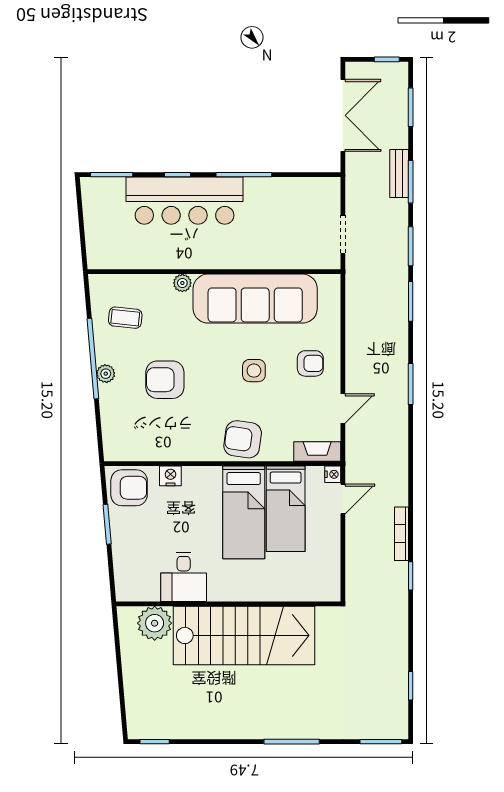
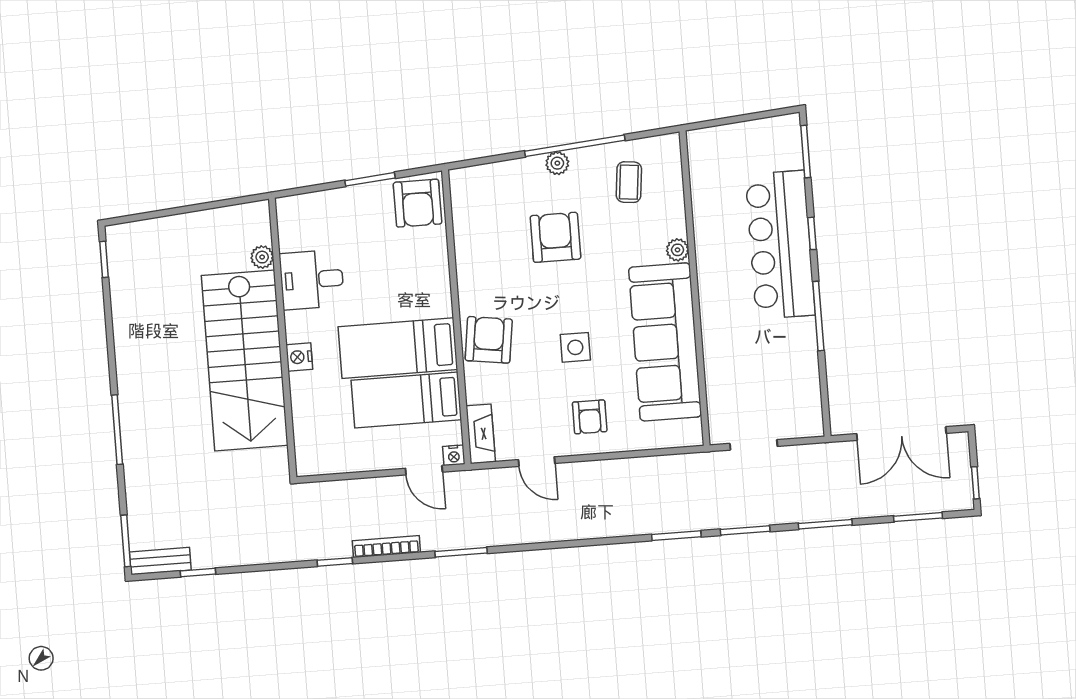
bench: (399, 174) -> (160, 561), moved
window: (411, 384) -> (461, 552), moved
nightstand: (170, 476) -> (299, 357), moved, turned 180
plant: (155, 623) -> (262, 257), width x0.53, depth x0.53

